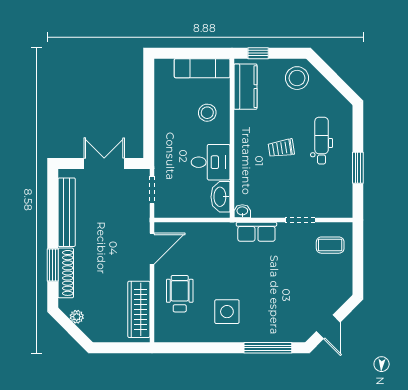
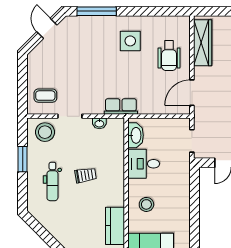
stool: (297, 78) -> (45, 132), moved
washbasin: (242, 211) -> (99, 123), moved
row of seats: (256, 232) -> (121, 107), moved

